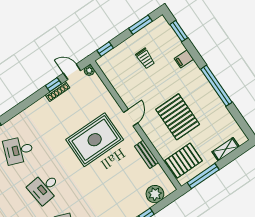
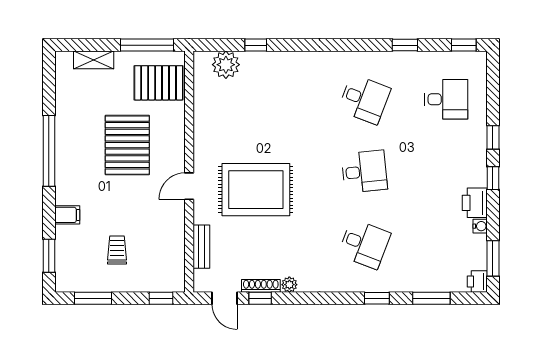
plant: (89, 70) -> (289, 285), moved
bench: (147, 154) -> (201, 247), moved

